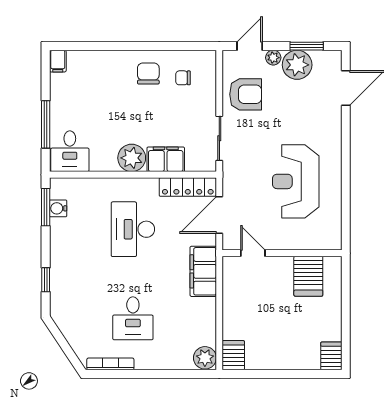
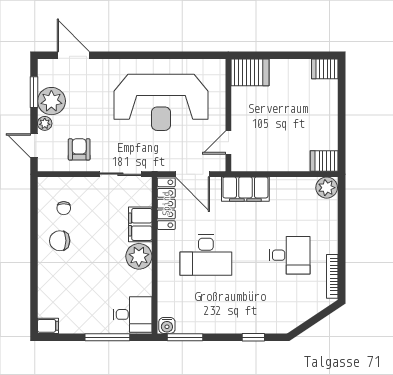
armchair: (246, 94) -> (79, 149), width x0.72, depth x0.72
reception desk: (296, 181) -> (161, 102), width x1.36, depth x1.30
water cooler: (58, 208) -> (167, 325), moved
server rack: (308, 276) -> (250, 72), moved

